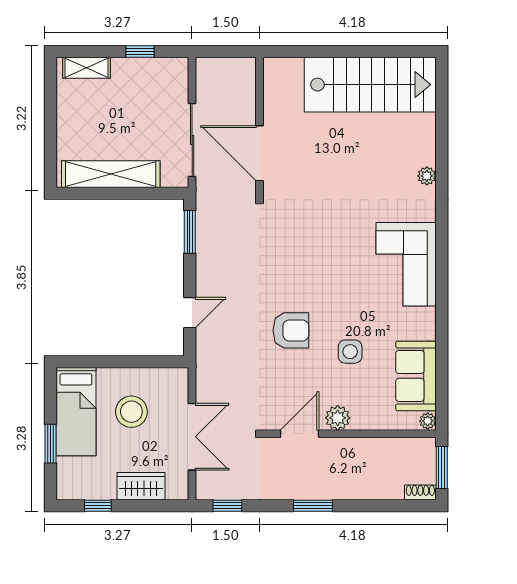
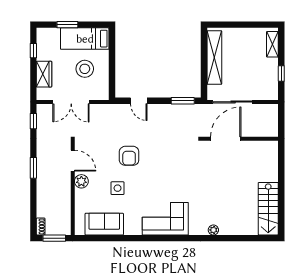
stairs: (370, 85) -> (268, 209), width x0.73, depth x0.66
plant: (428, 421) -> (80, 230), removed

